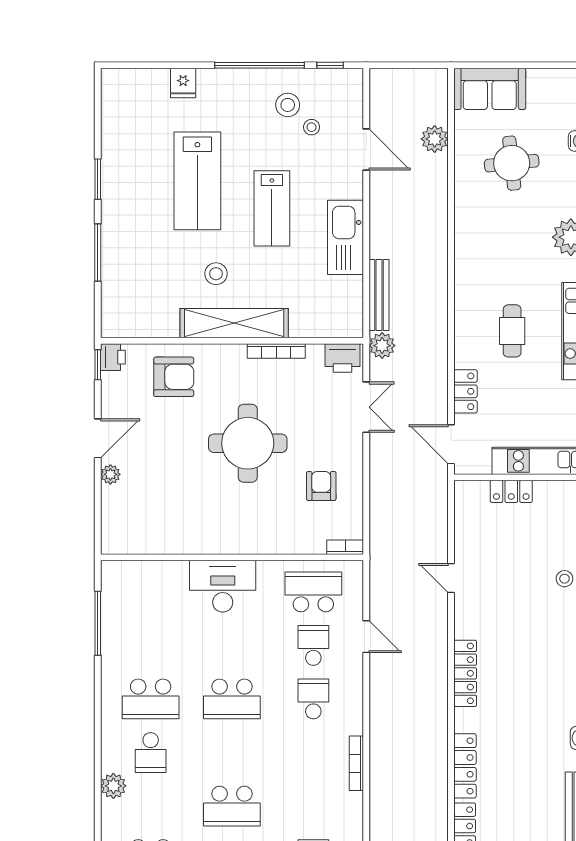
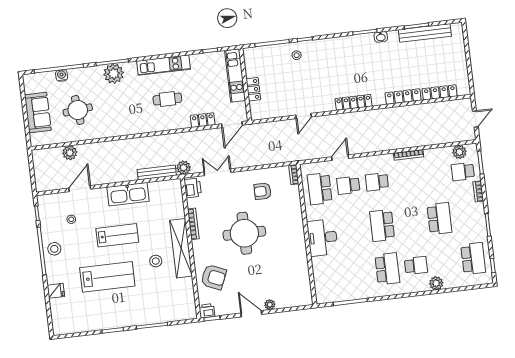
sofa: (490, 89) -> (38, 113), moved
stool: (288, 105) -> (54, 249), moved
armchair: (174, 377) -> (214, 277), turned 113
school desk: (232, 699) -> (382, 225), turned 180

